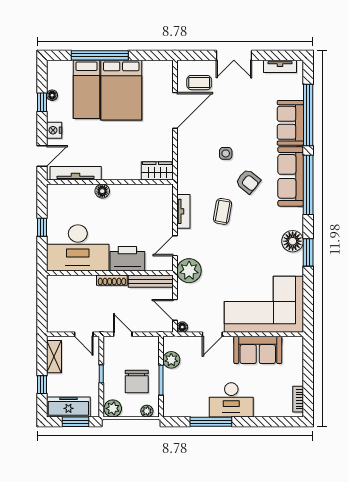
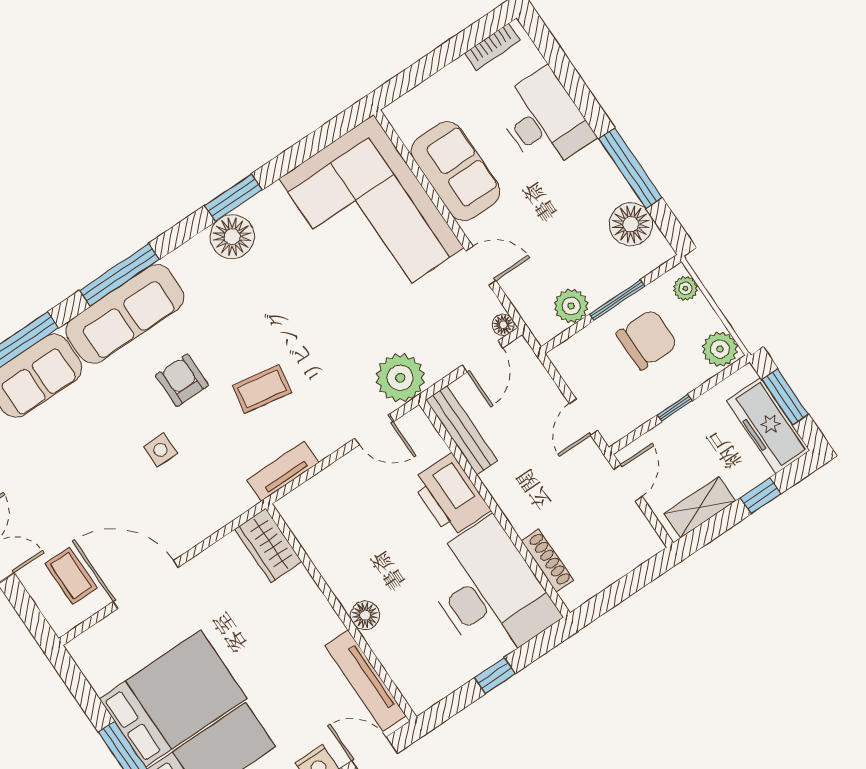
armchair: (248, 181) -> (182, 380), turned -39
window: (308, 185) -> (119, 275), width x0.68
tv unit: (183, 211) -> (283, 471), moved
shoe rack: (112, 280) -> (547, 561), moved
desk: (231, 400) -> (544, 120), moved
floor lamp: (188, 407) -> (631, 224), added

